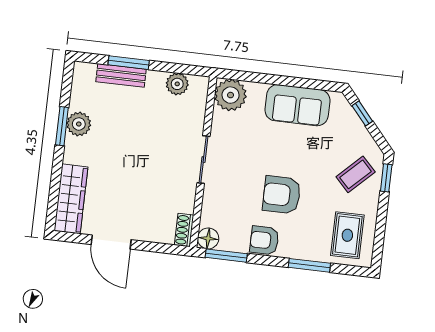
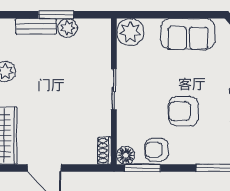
window: (129, 63) -> (56, 15), moved
plant: (177, 84) -> (68, 28), moved
armchair: (264, 240) -> (157, 150), moved

